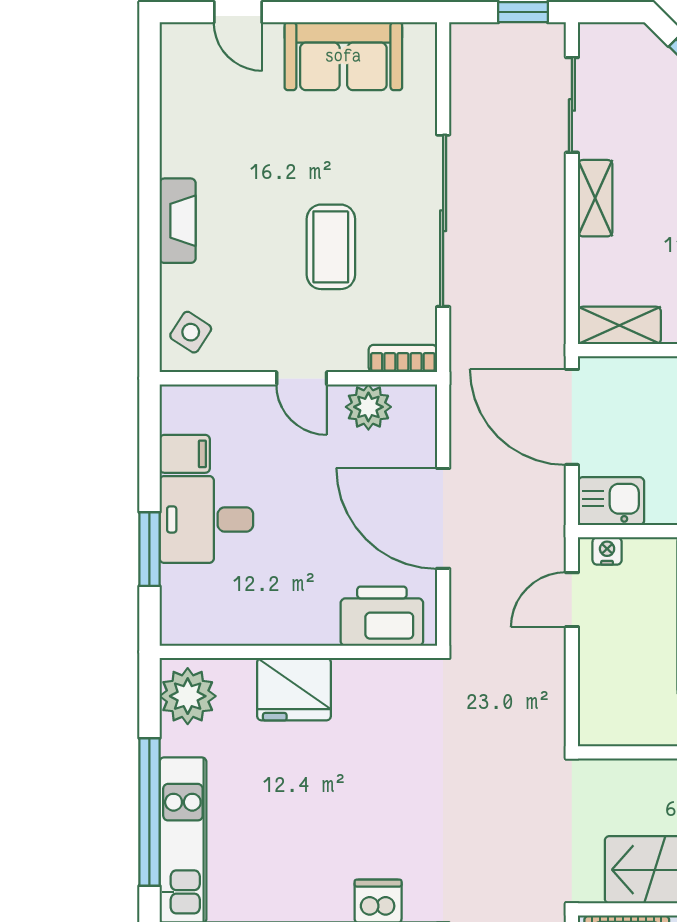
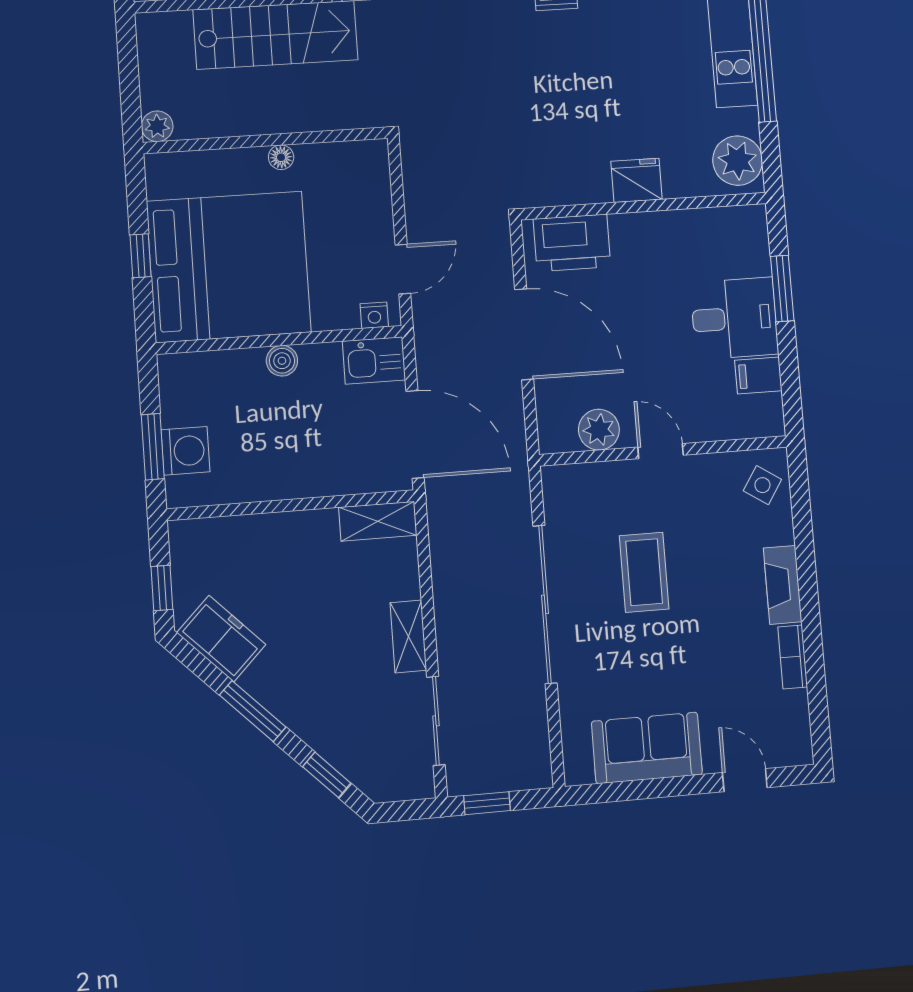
bookcase: (403, 359) -> (793, 657), moved, turned 90
fridge: (294, 689) -> (637, 180), width x0.73, depth x0.75

